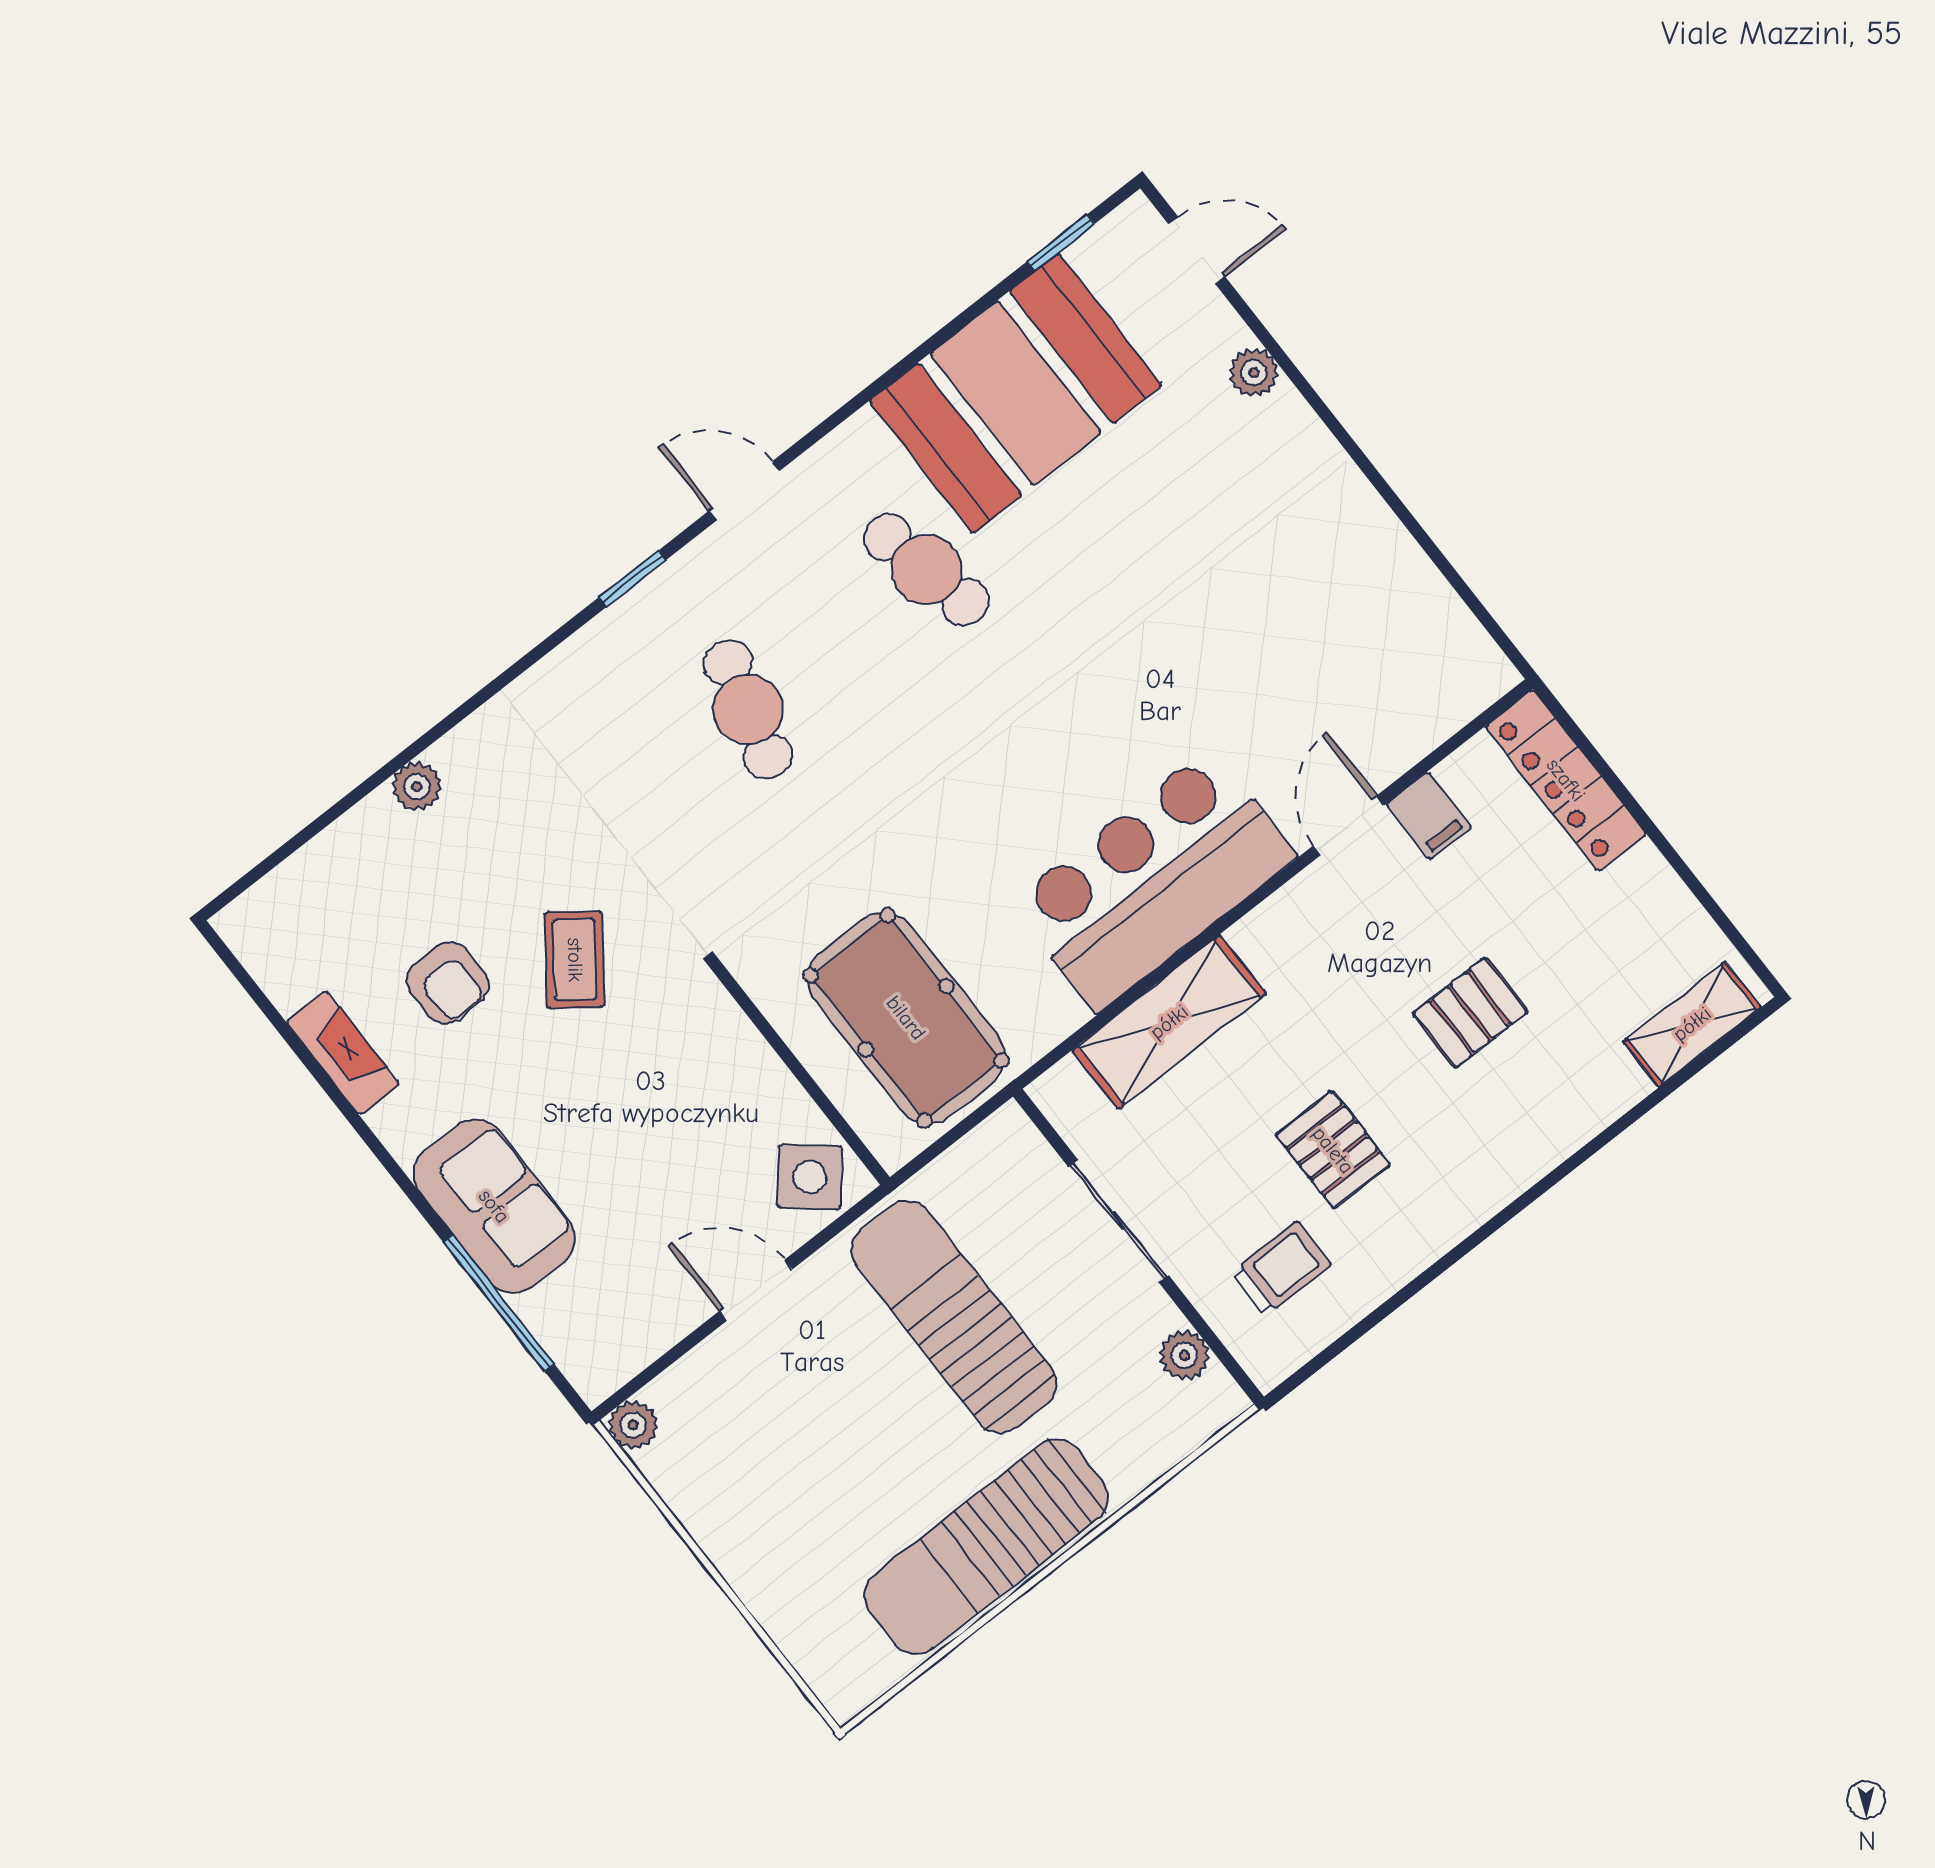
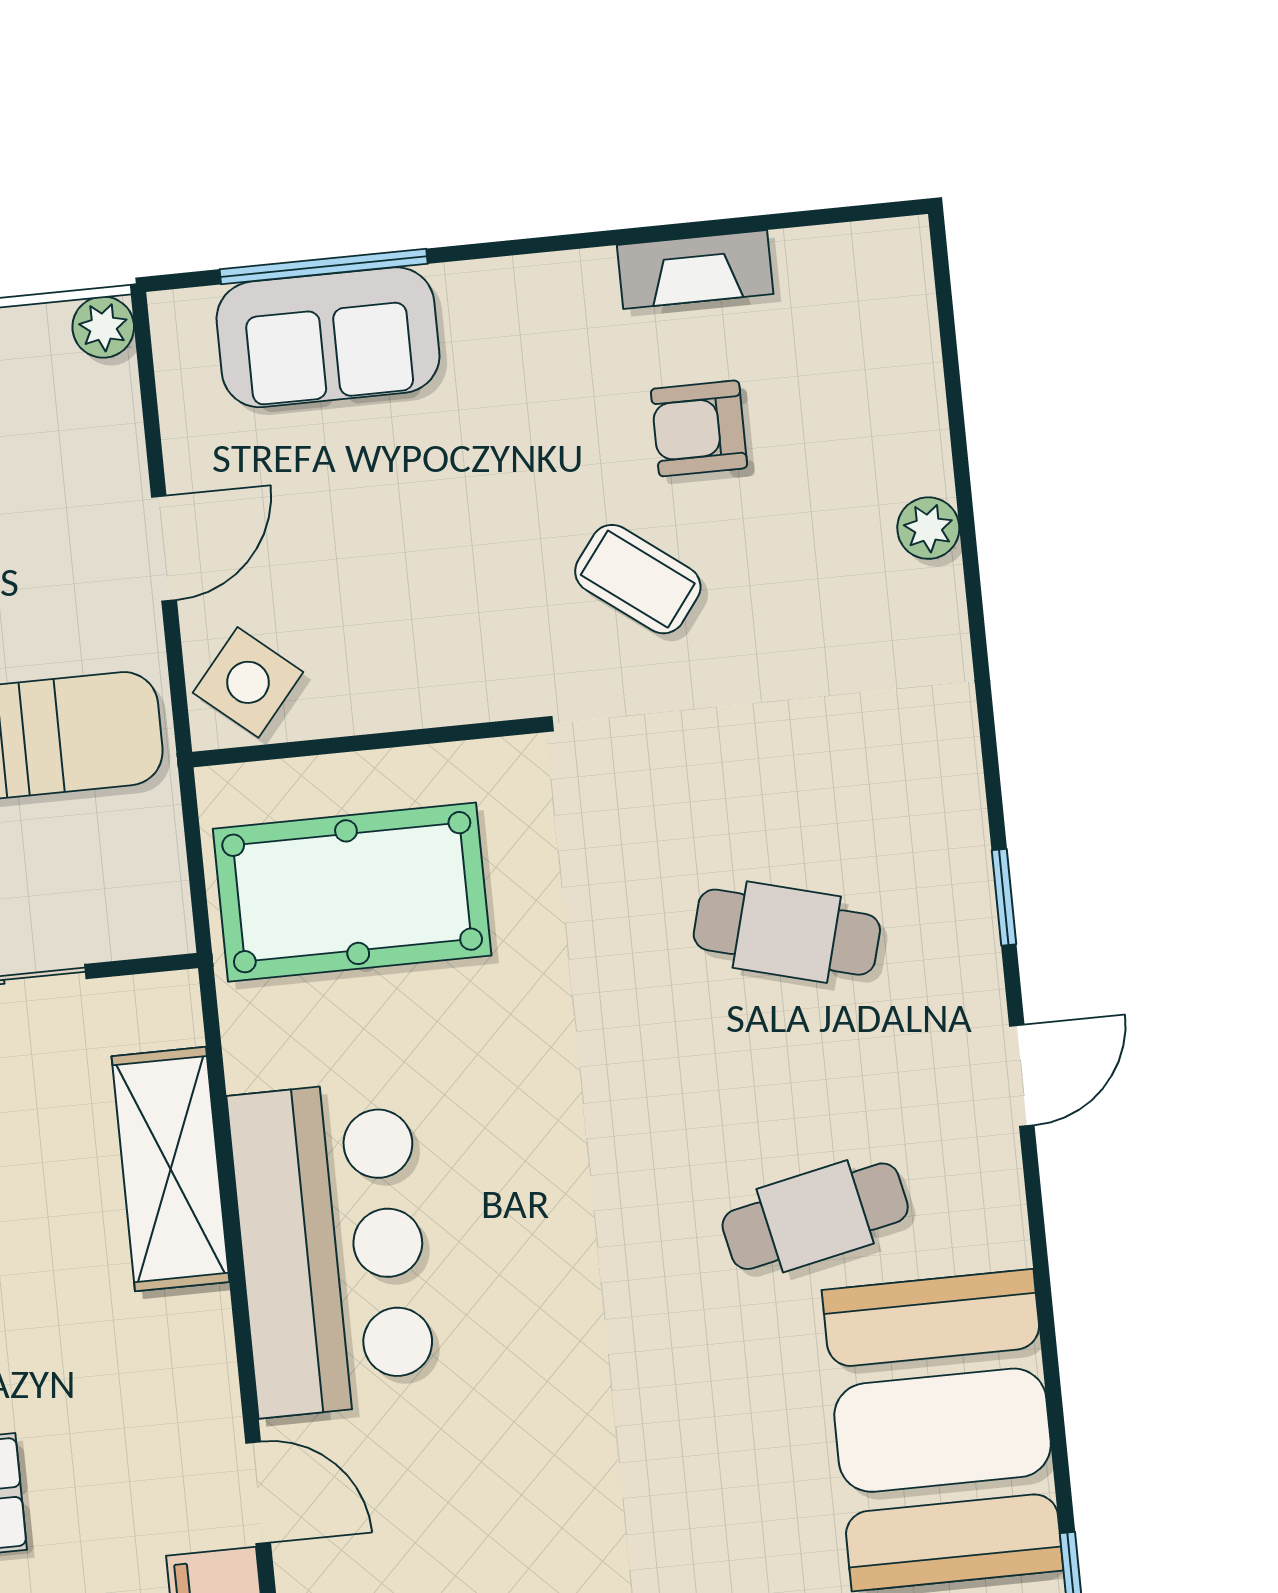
sofa: (494, 1206) -> (328, 337), moved

